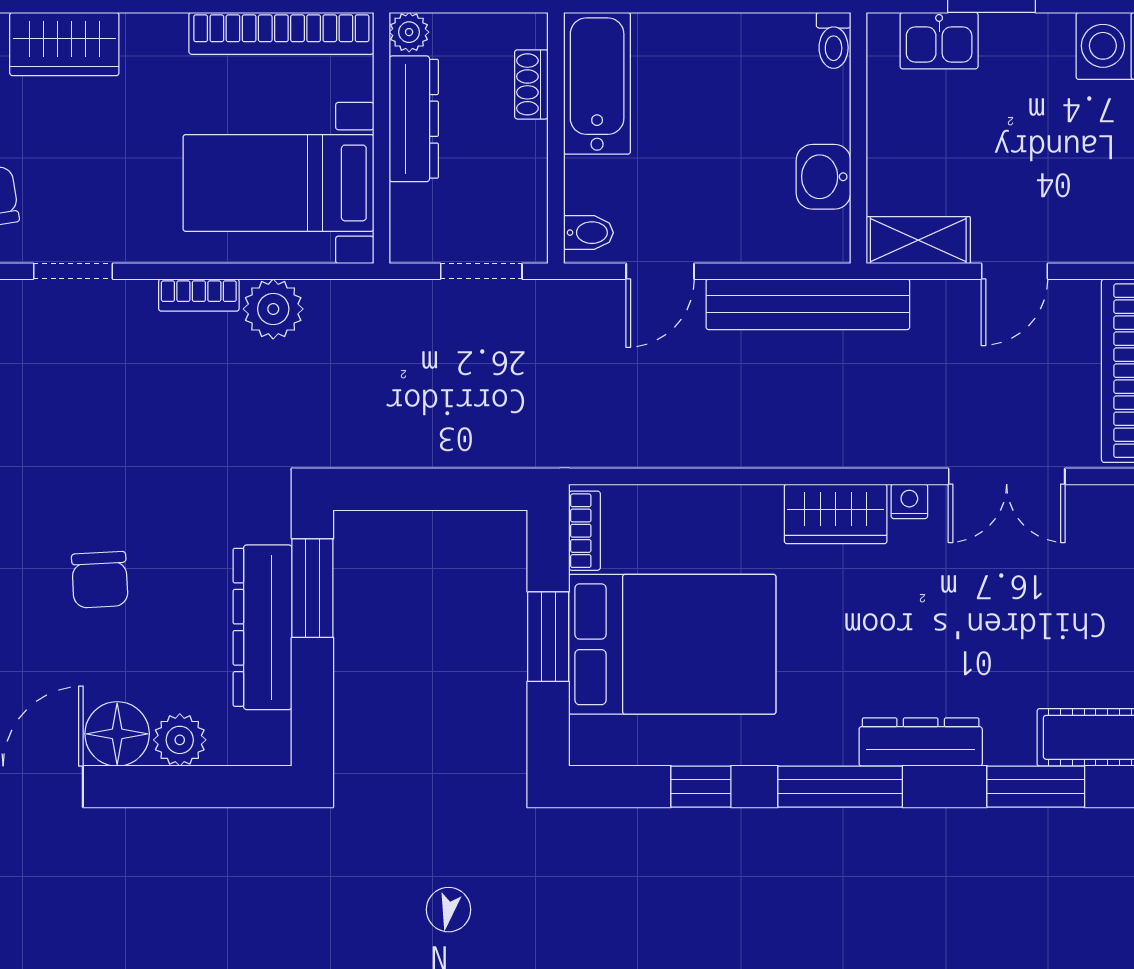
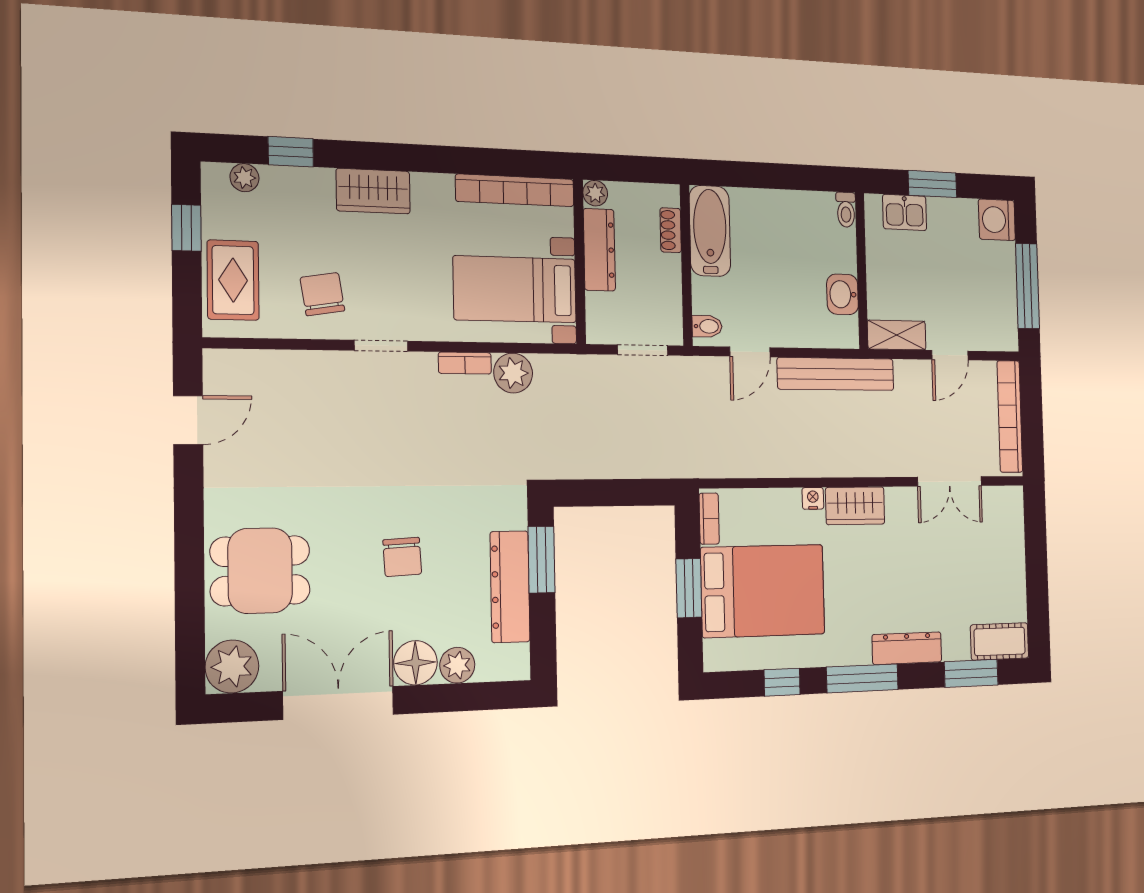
nightstand: (909, 501) -> (813, 498), moved

